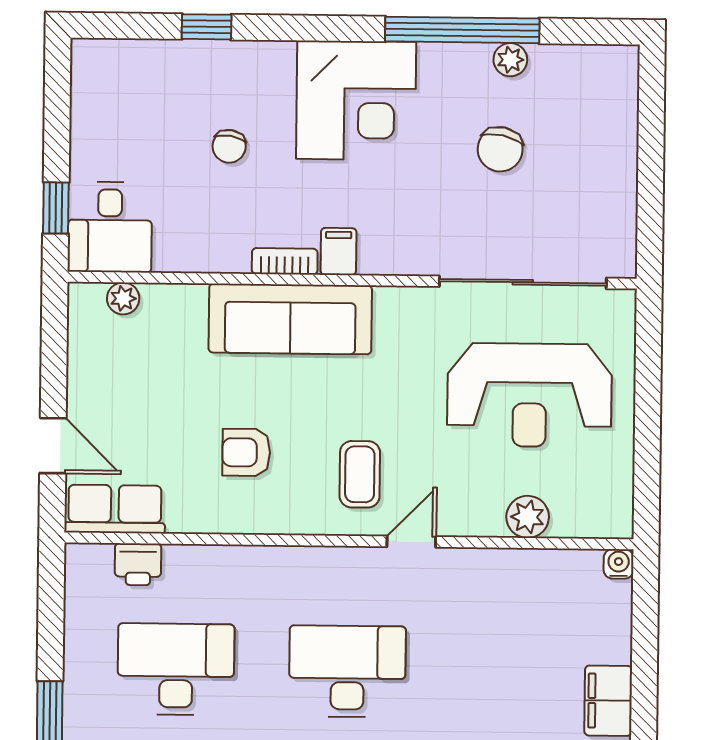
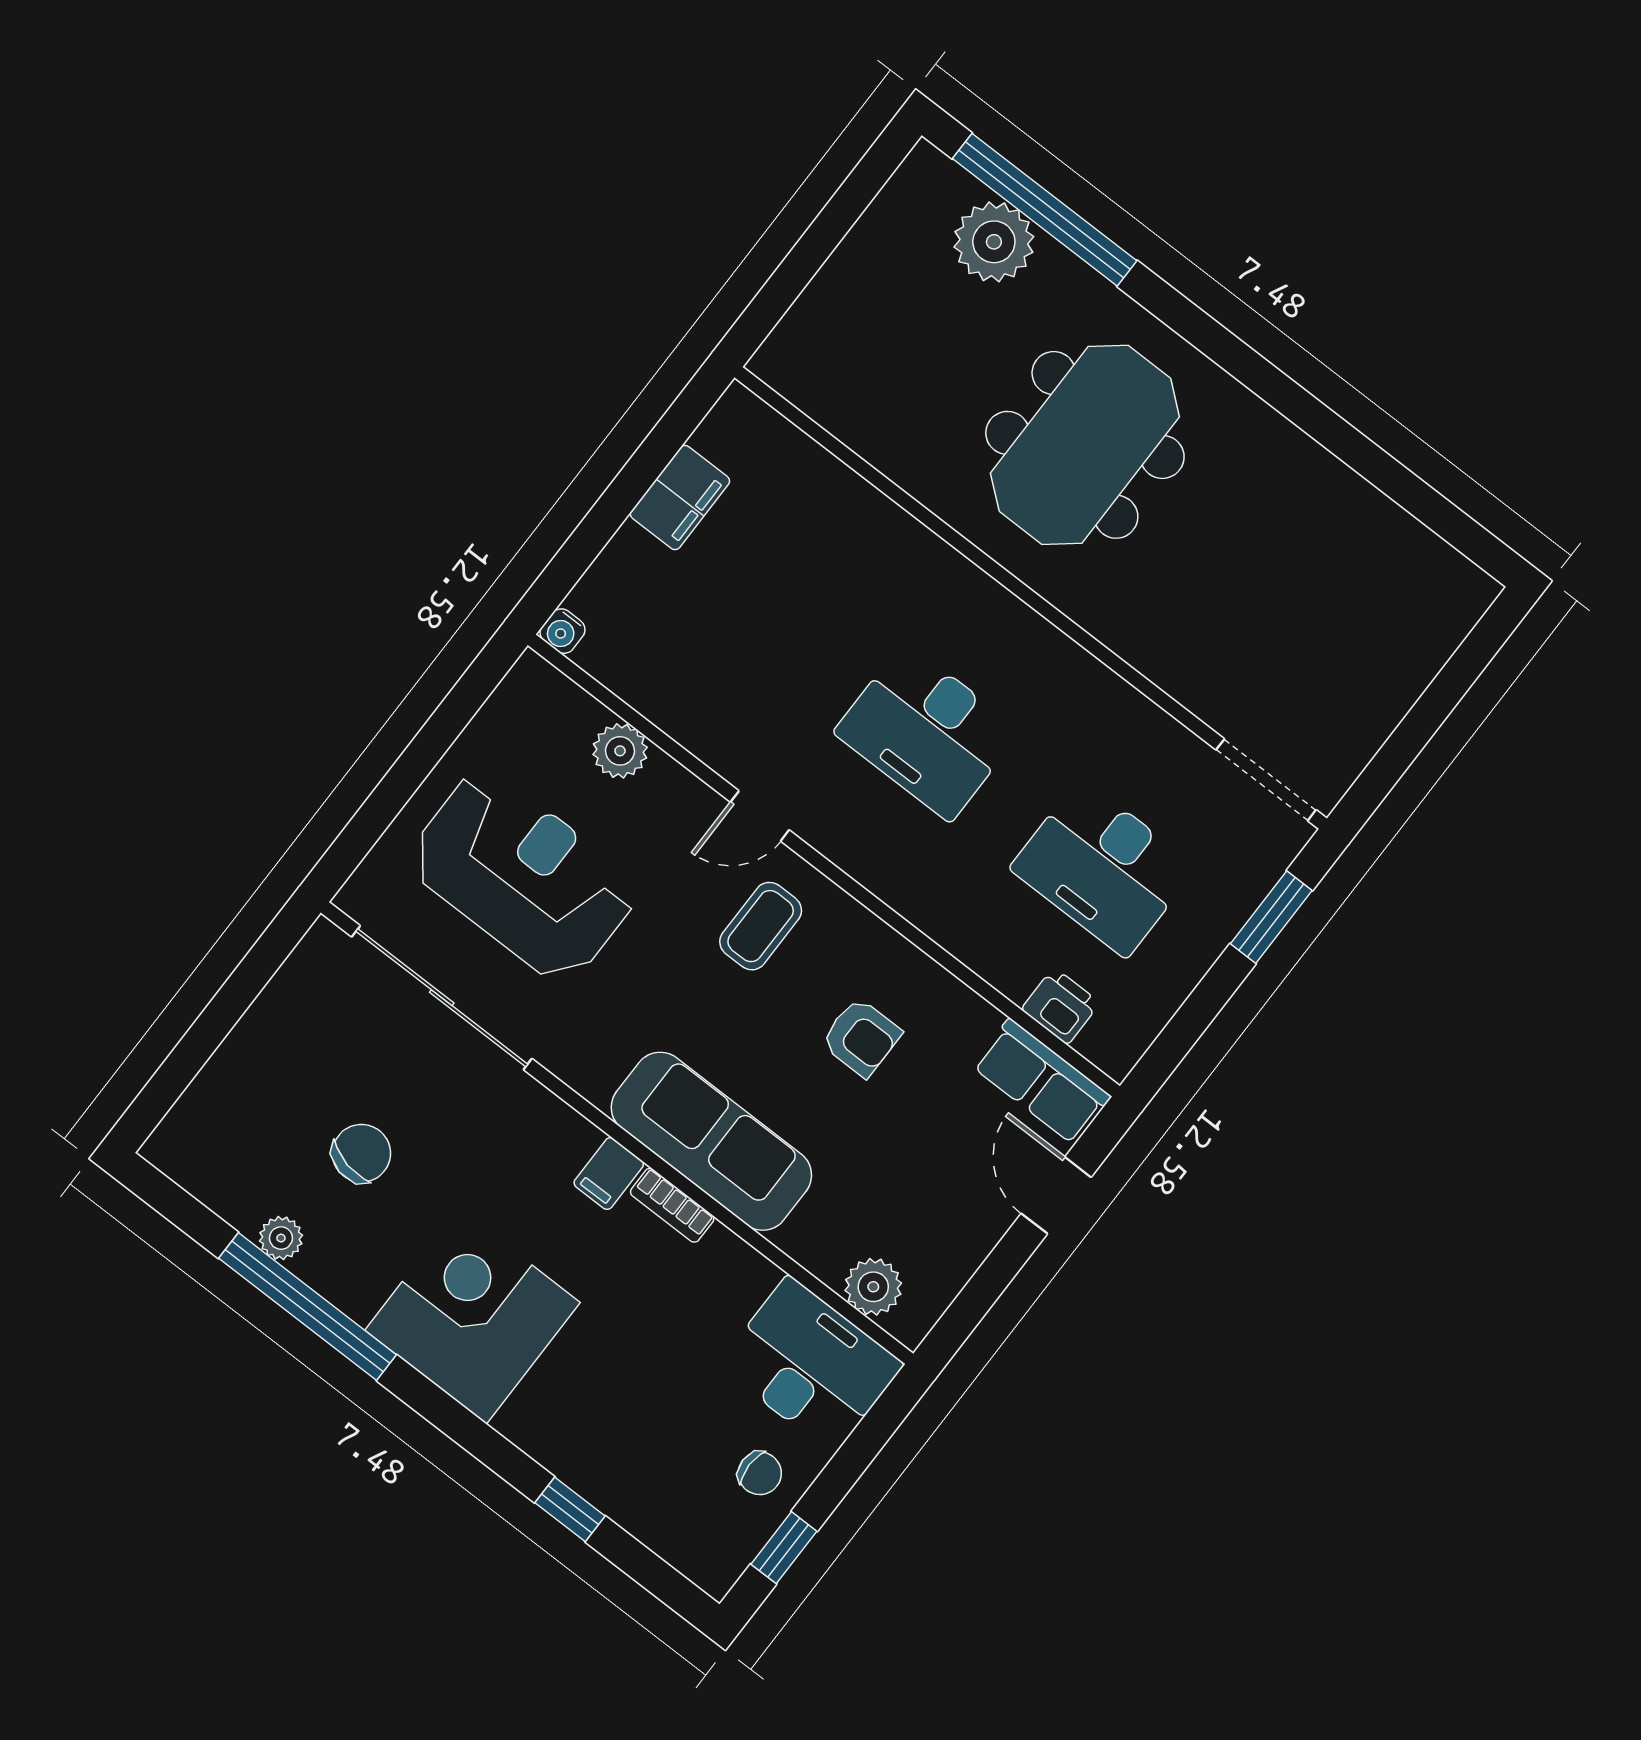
chair: (229, 146) -> (760, 1473), moved, turned 81
window: (56, 208) -> (784, 1548), moved
desk: (110, 227) -> (811, 1365), width x1.37
plant: (123, 298) -> (873, 1287), width x1.38, depth x1.38

